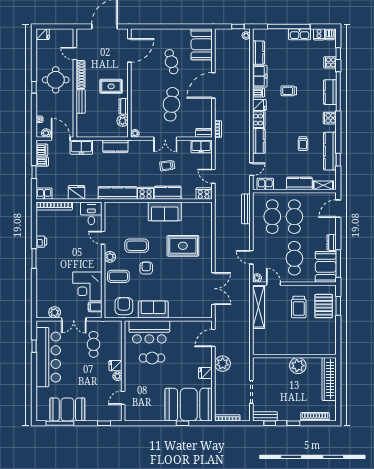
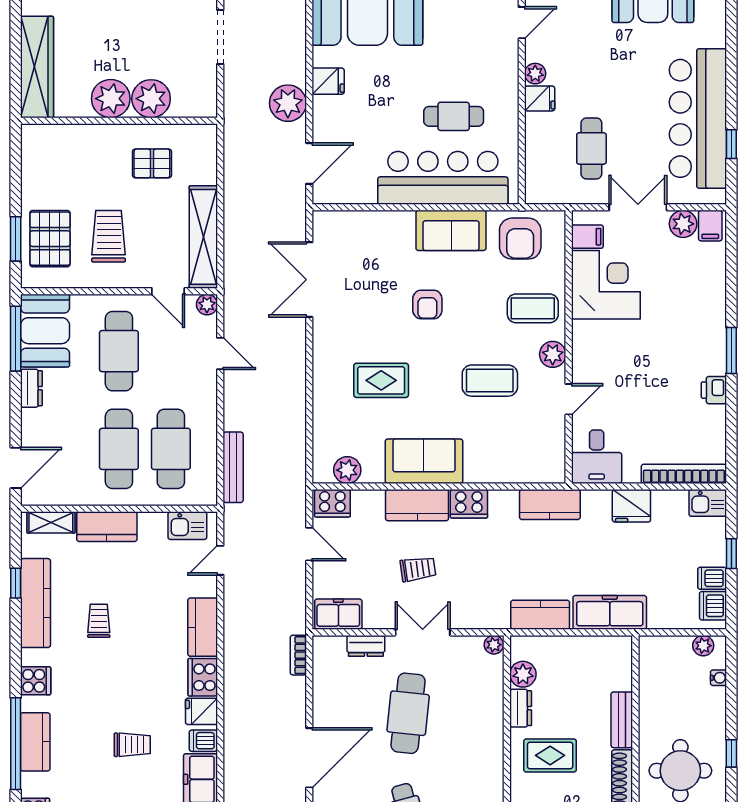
dresser: (204, 133) -> (366, 646), moved
door: (61, 139) -> (669, 632), removed
freezer: (81, 147) -> (610, 612), width x1.40
kitchen counter: (118, 193) -> (550, 505), width x0.67
plant: (197, 208) -> (347, 470), added
door: (103, 238) -> (569, 399), hinge flipped
rug: (183, 246) -> (381, 380), width x0.73, depth x0.70
armchair: (146, 268) -> (427, 304), moved
filing cabinet: (43, 312) -> (710, 226), added
bar counter: (149, 332) -> (443, 178), width x1.36
pallet: (280, 338) -> (152, 163), added
plant: (281, 366) -> (151, 99), added

